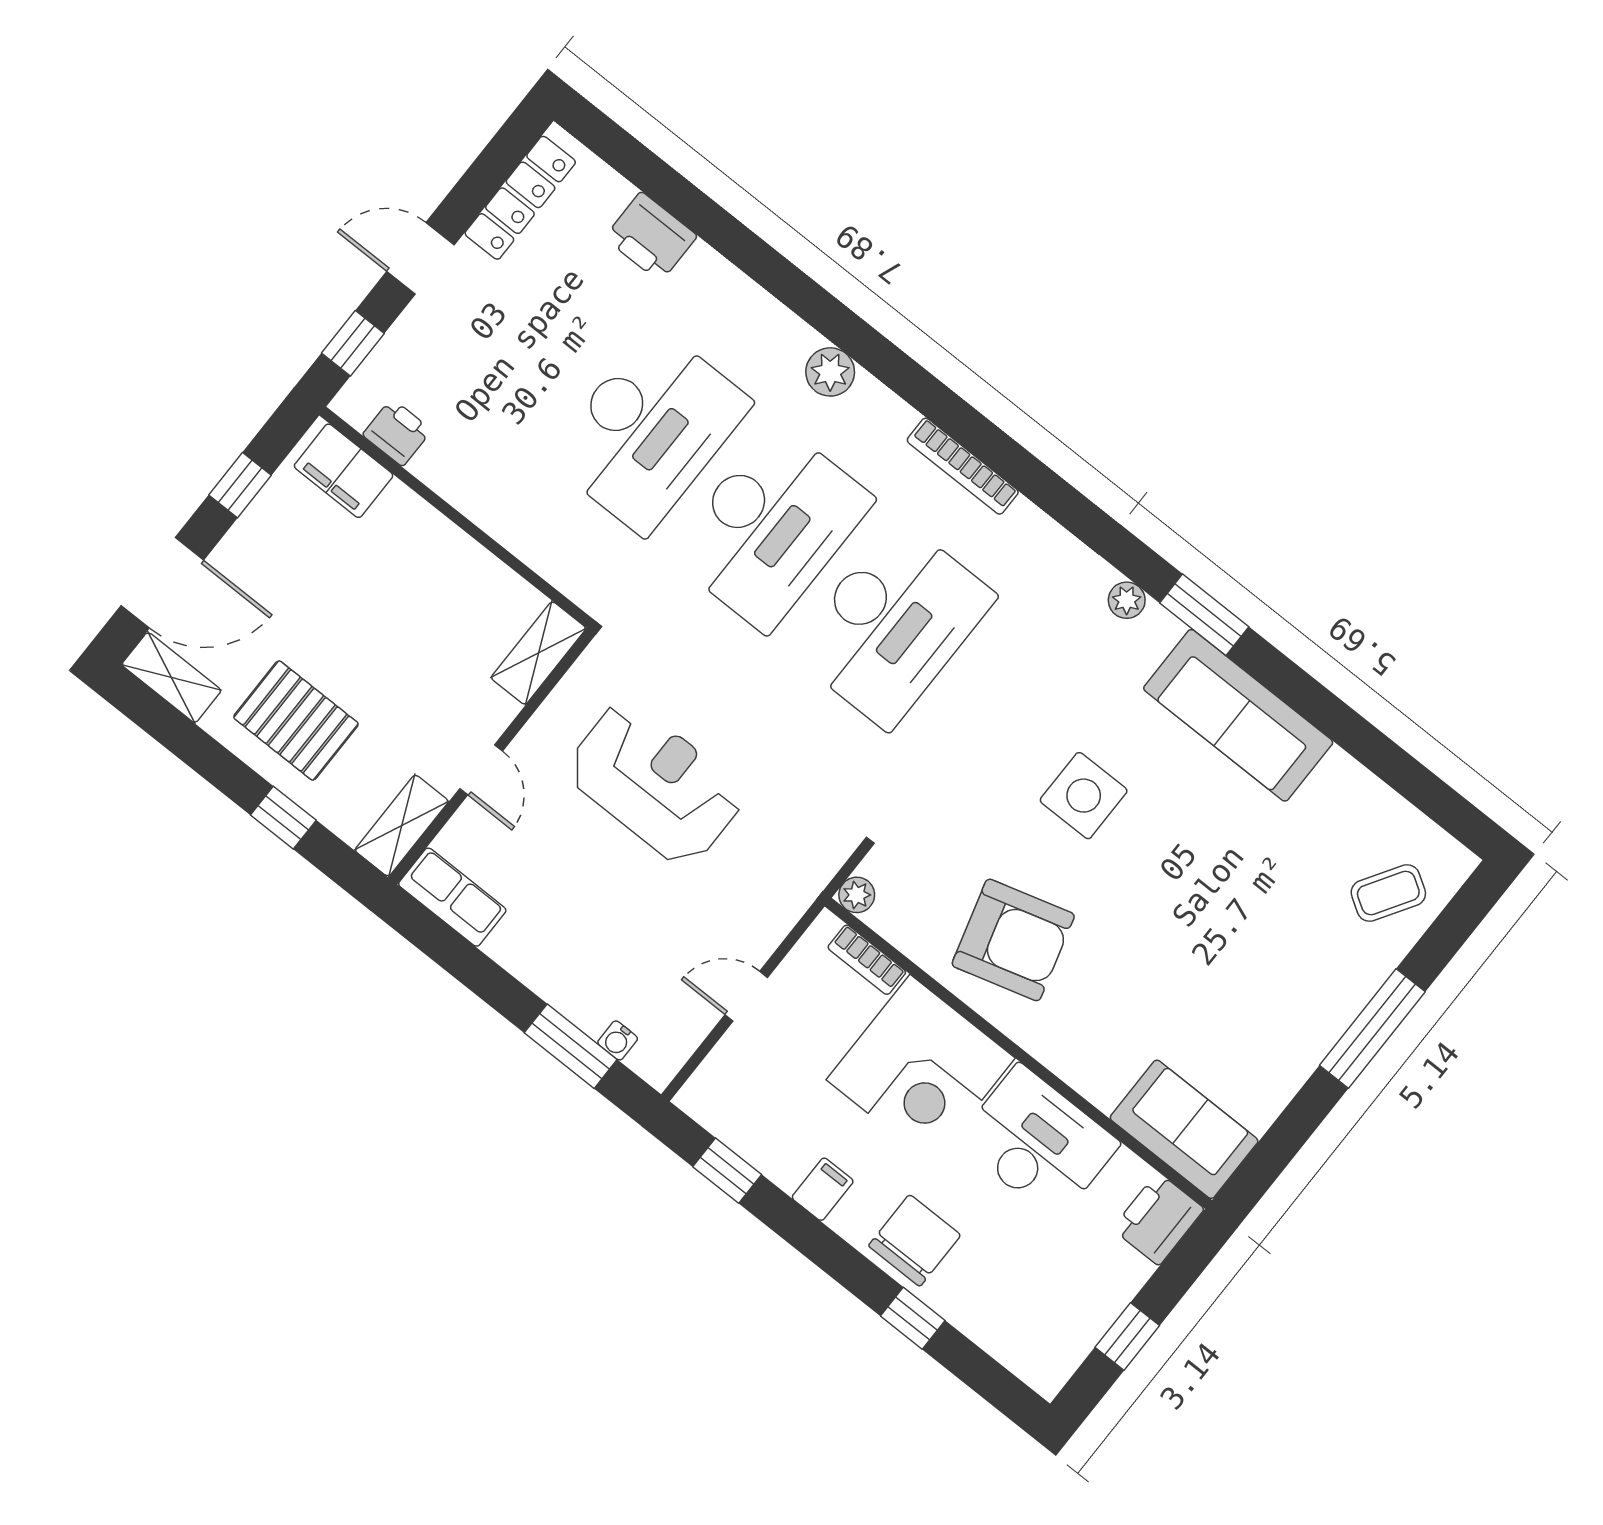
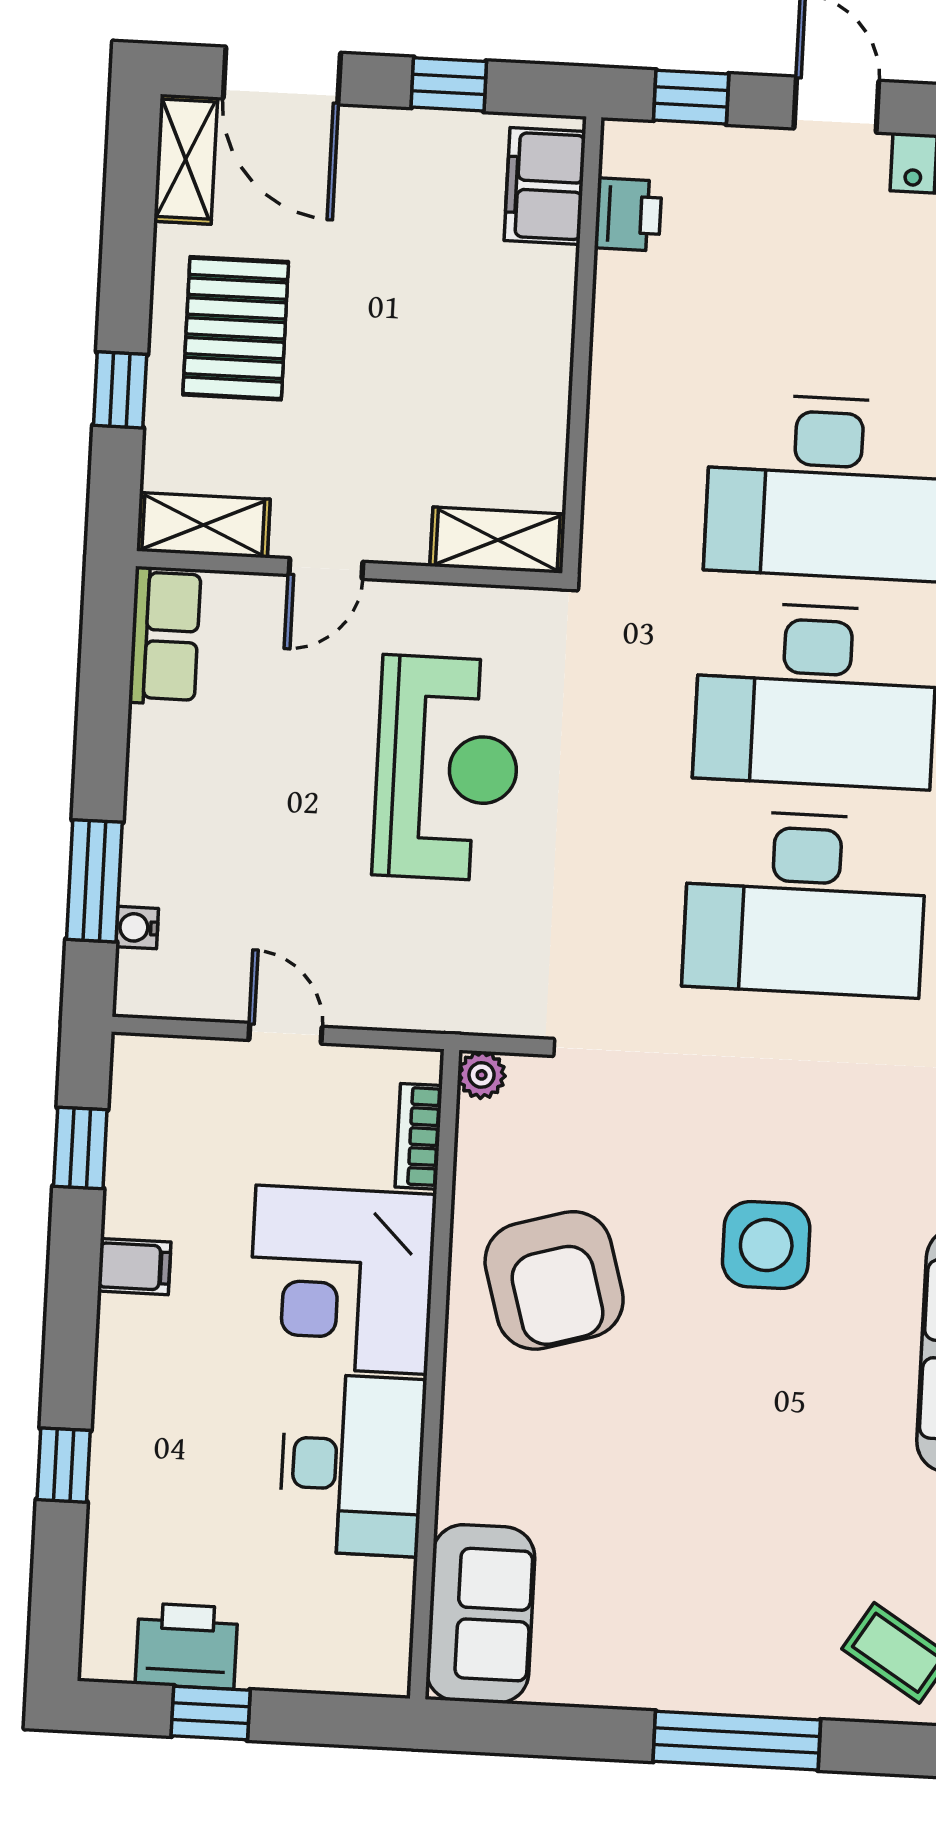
printer: (1158, 1219) -> (187, 1646), moved
chair: (915, 1240) -> (150, 1407), removed

